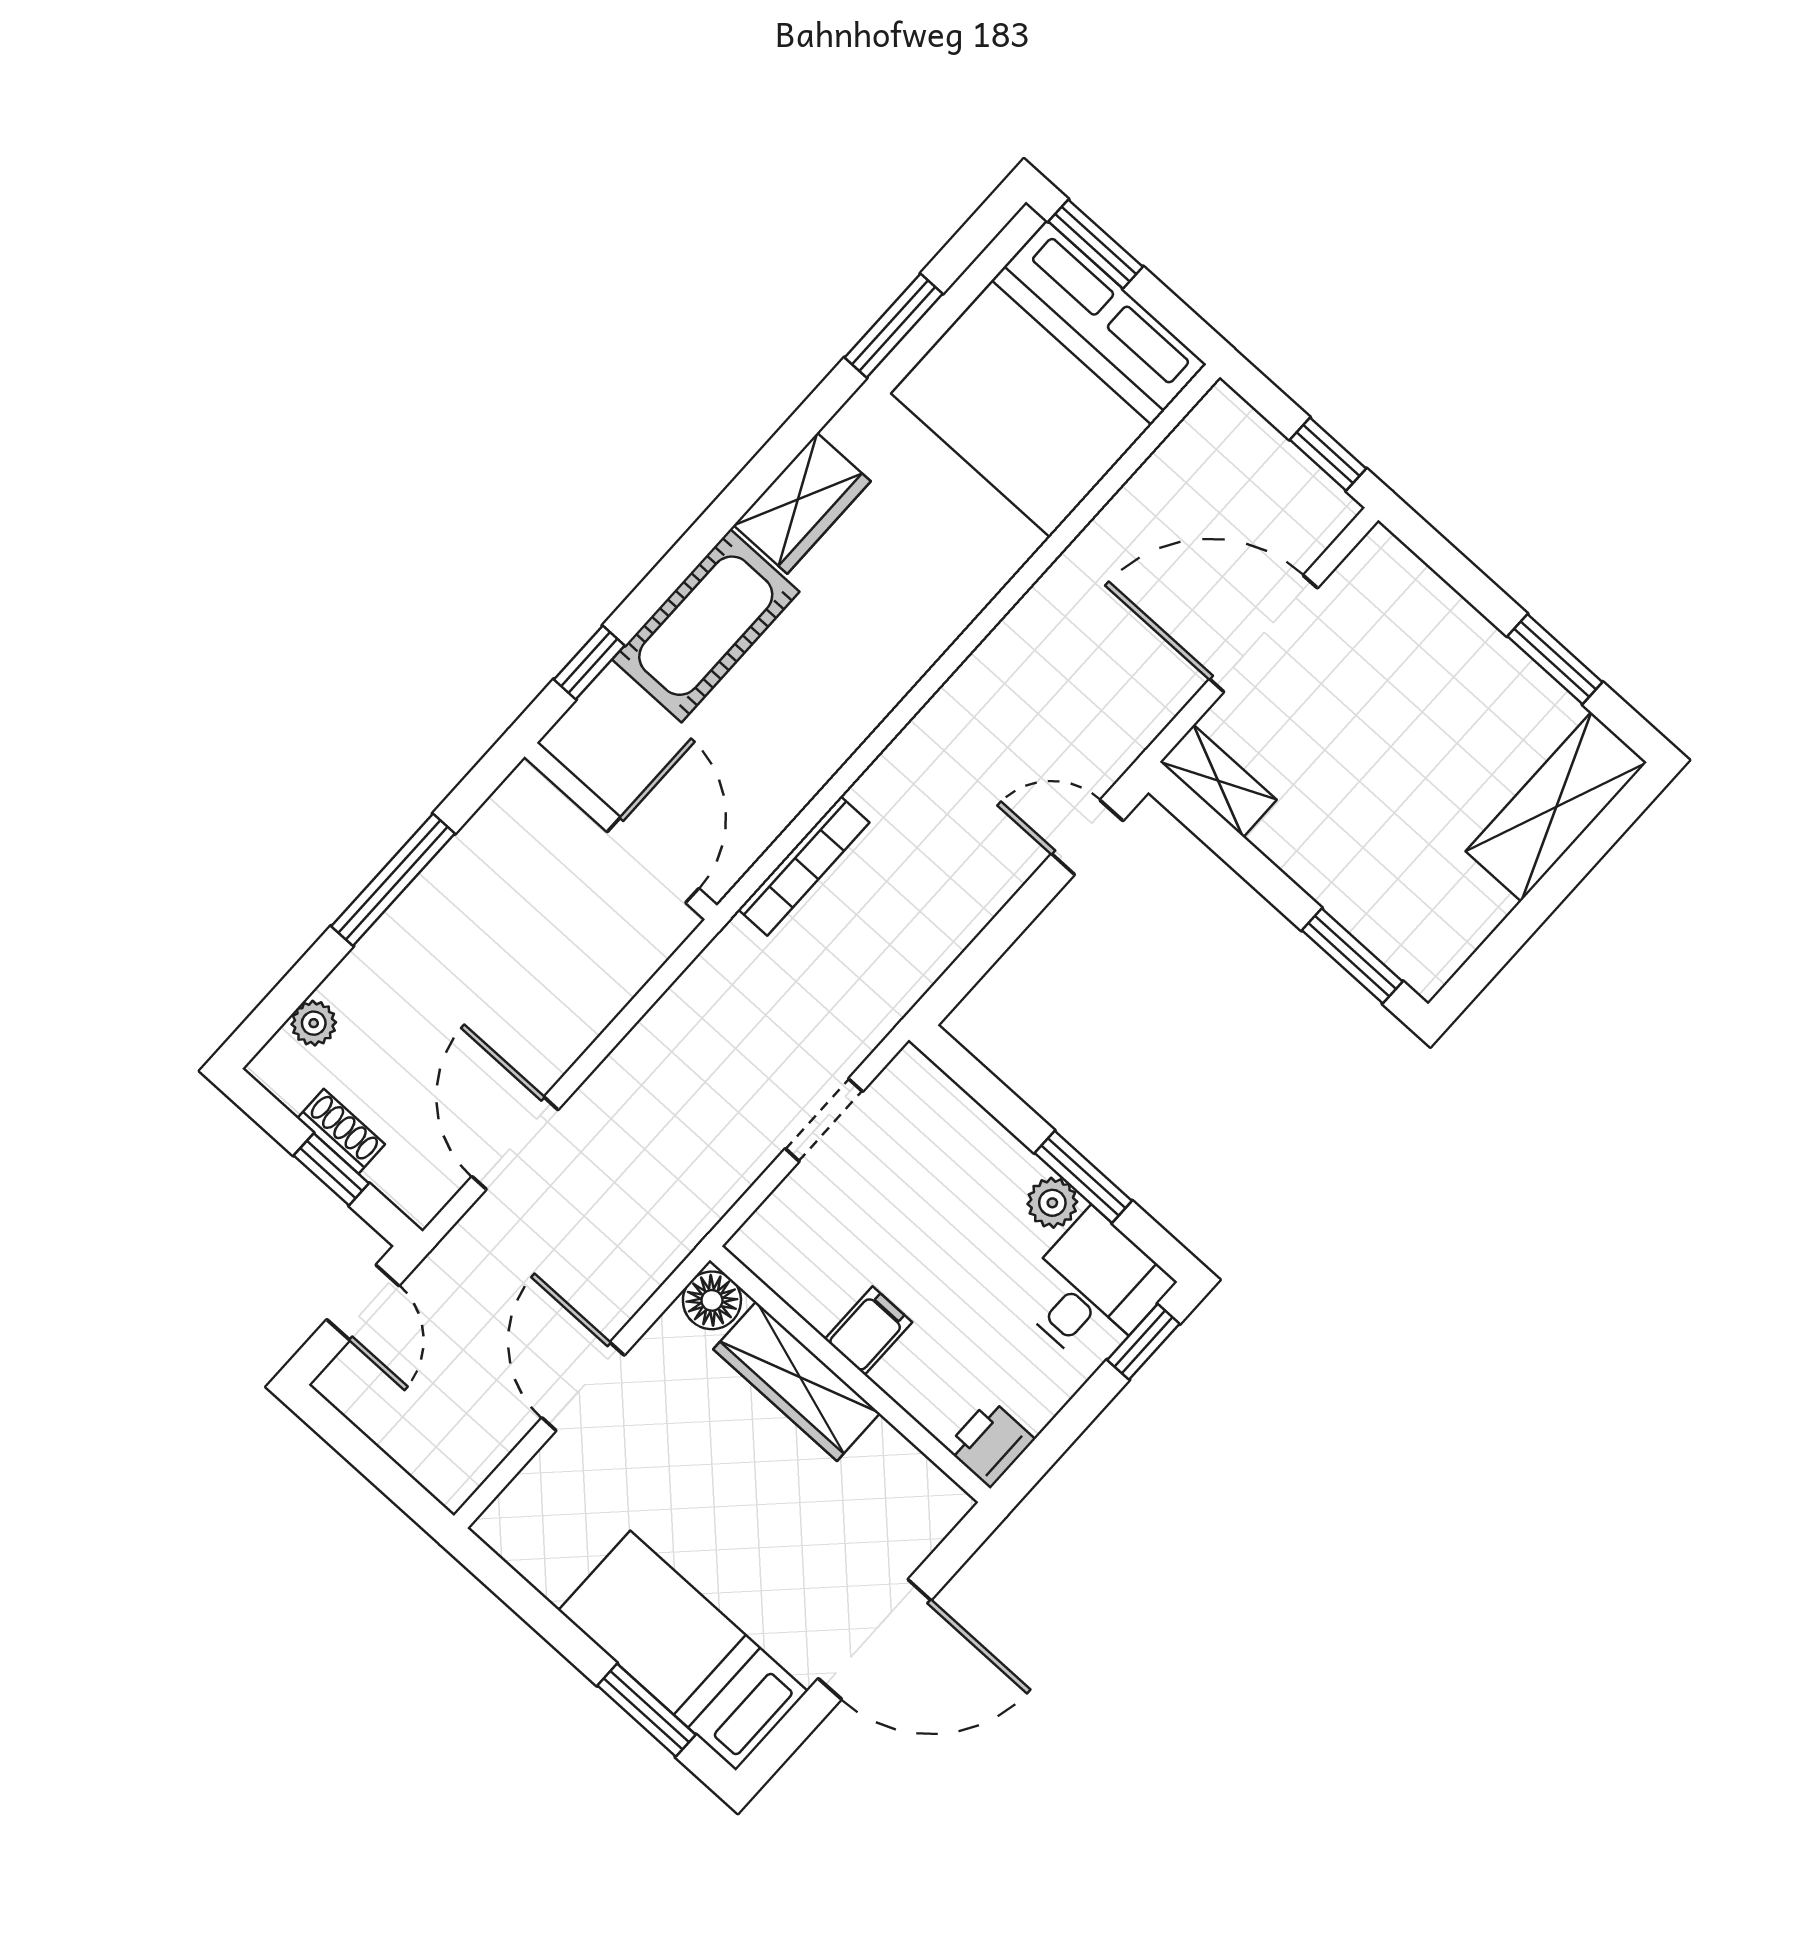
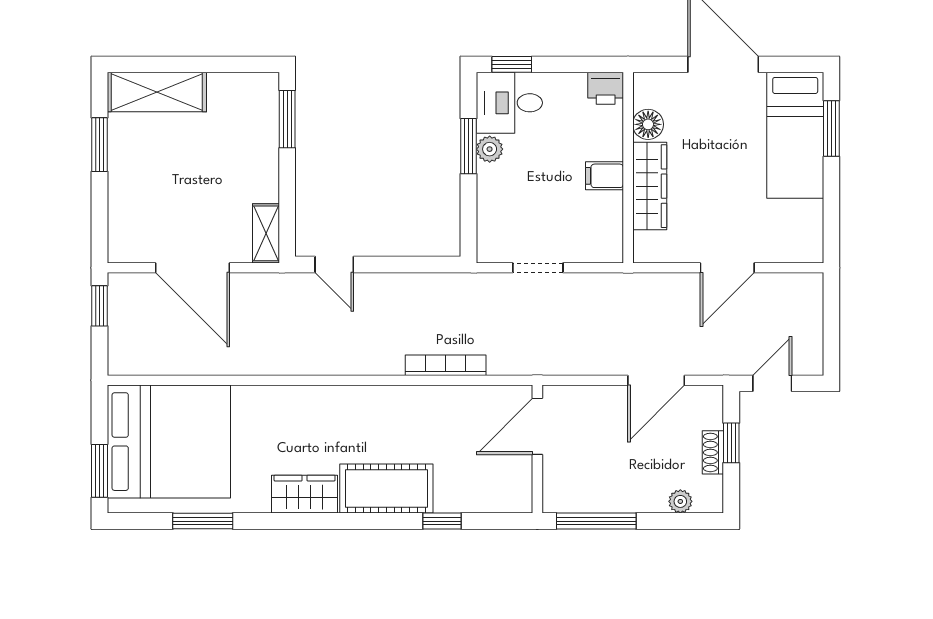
wall: (621, 831) -> (537, 449), moved
door: (653, 860) -> (537, 426), moved
floor lamp: (712, 1300) -> (648, 124), moved

